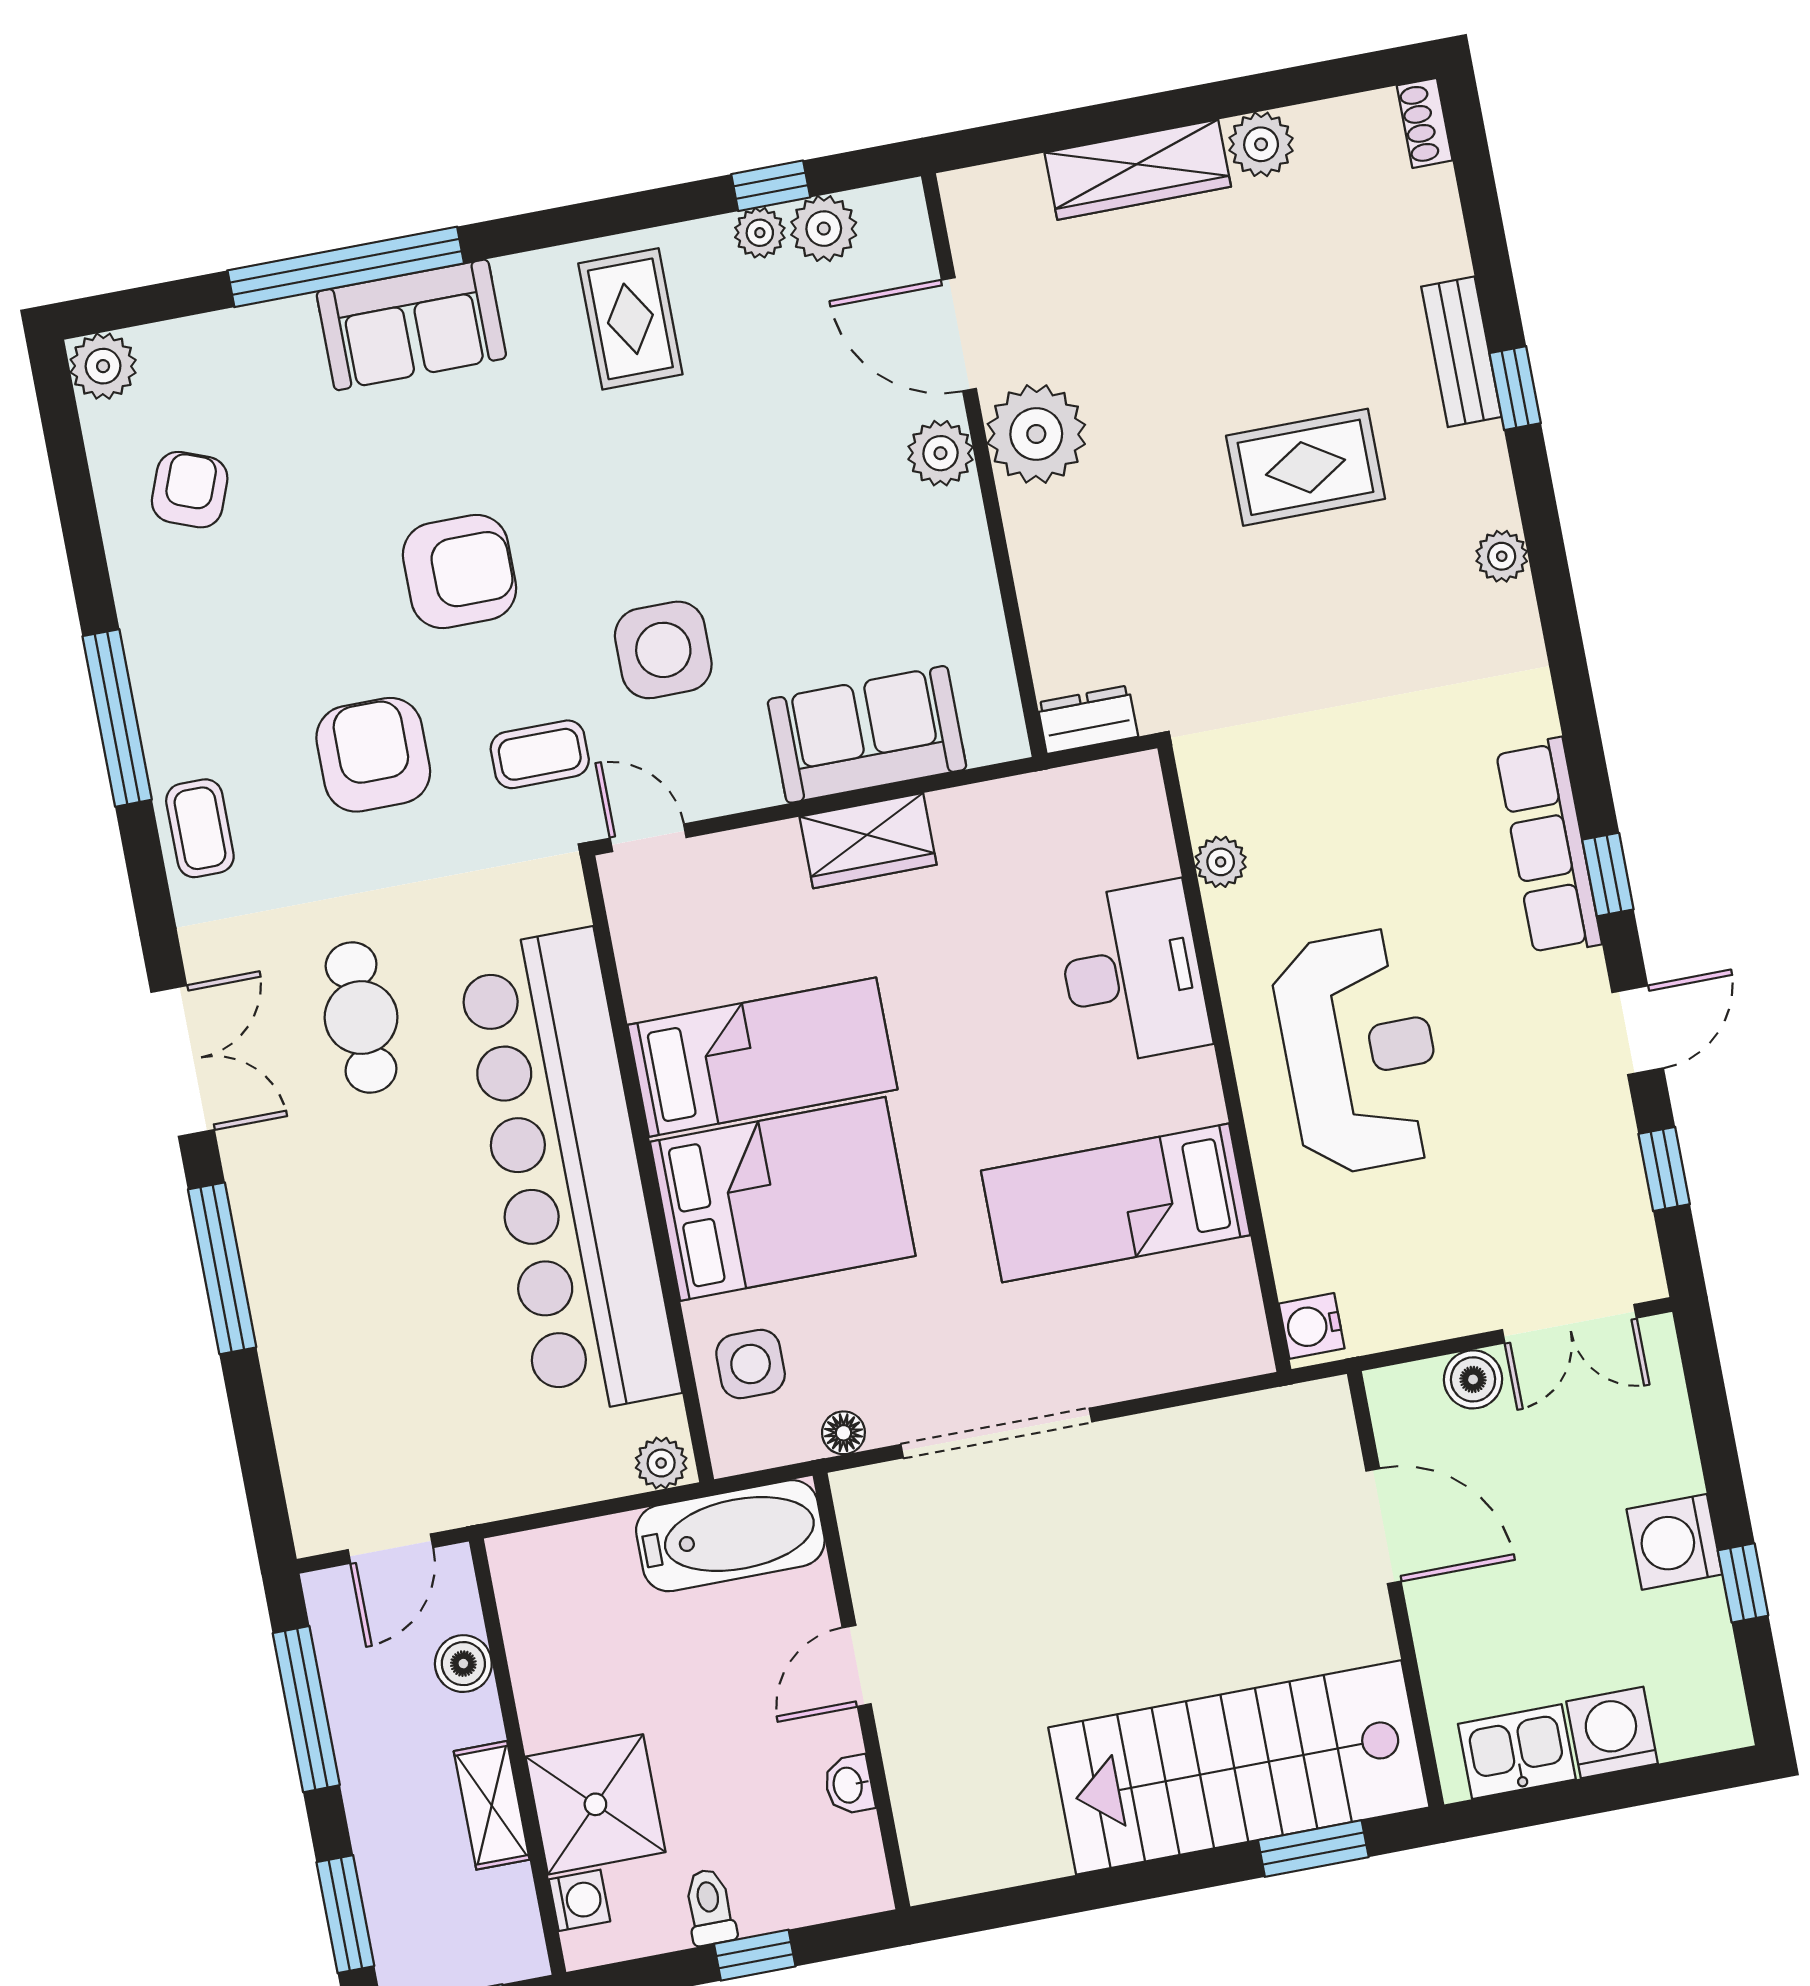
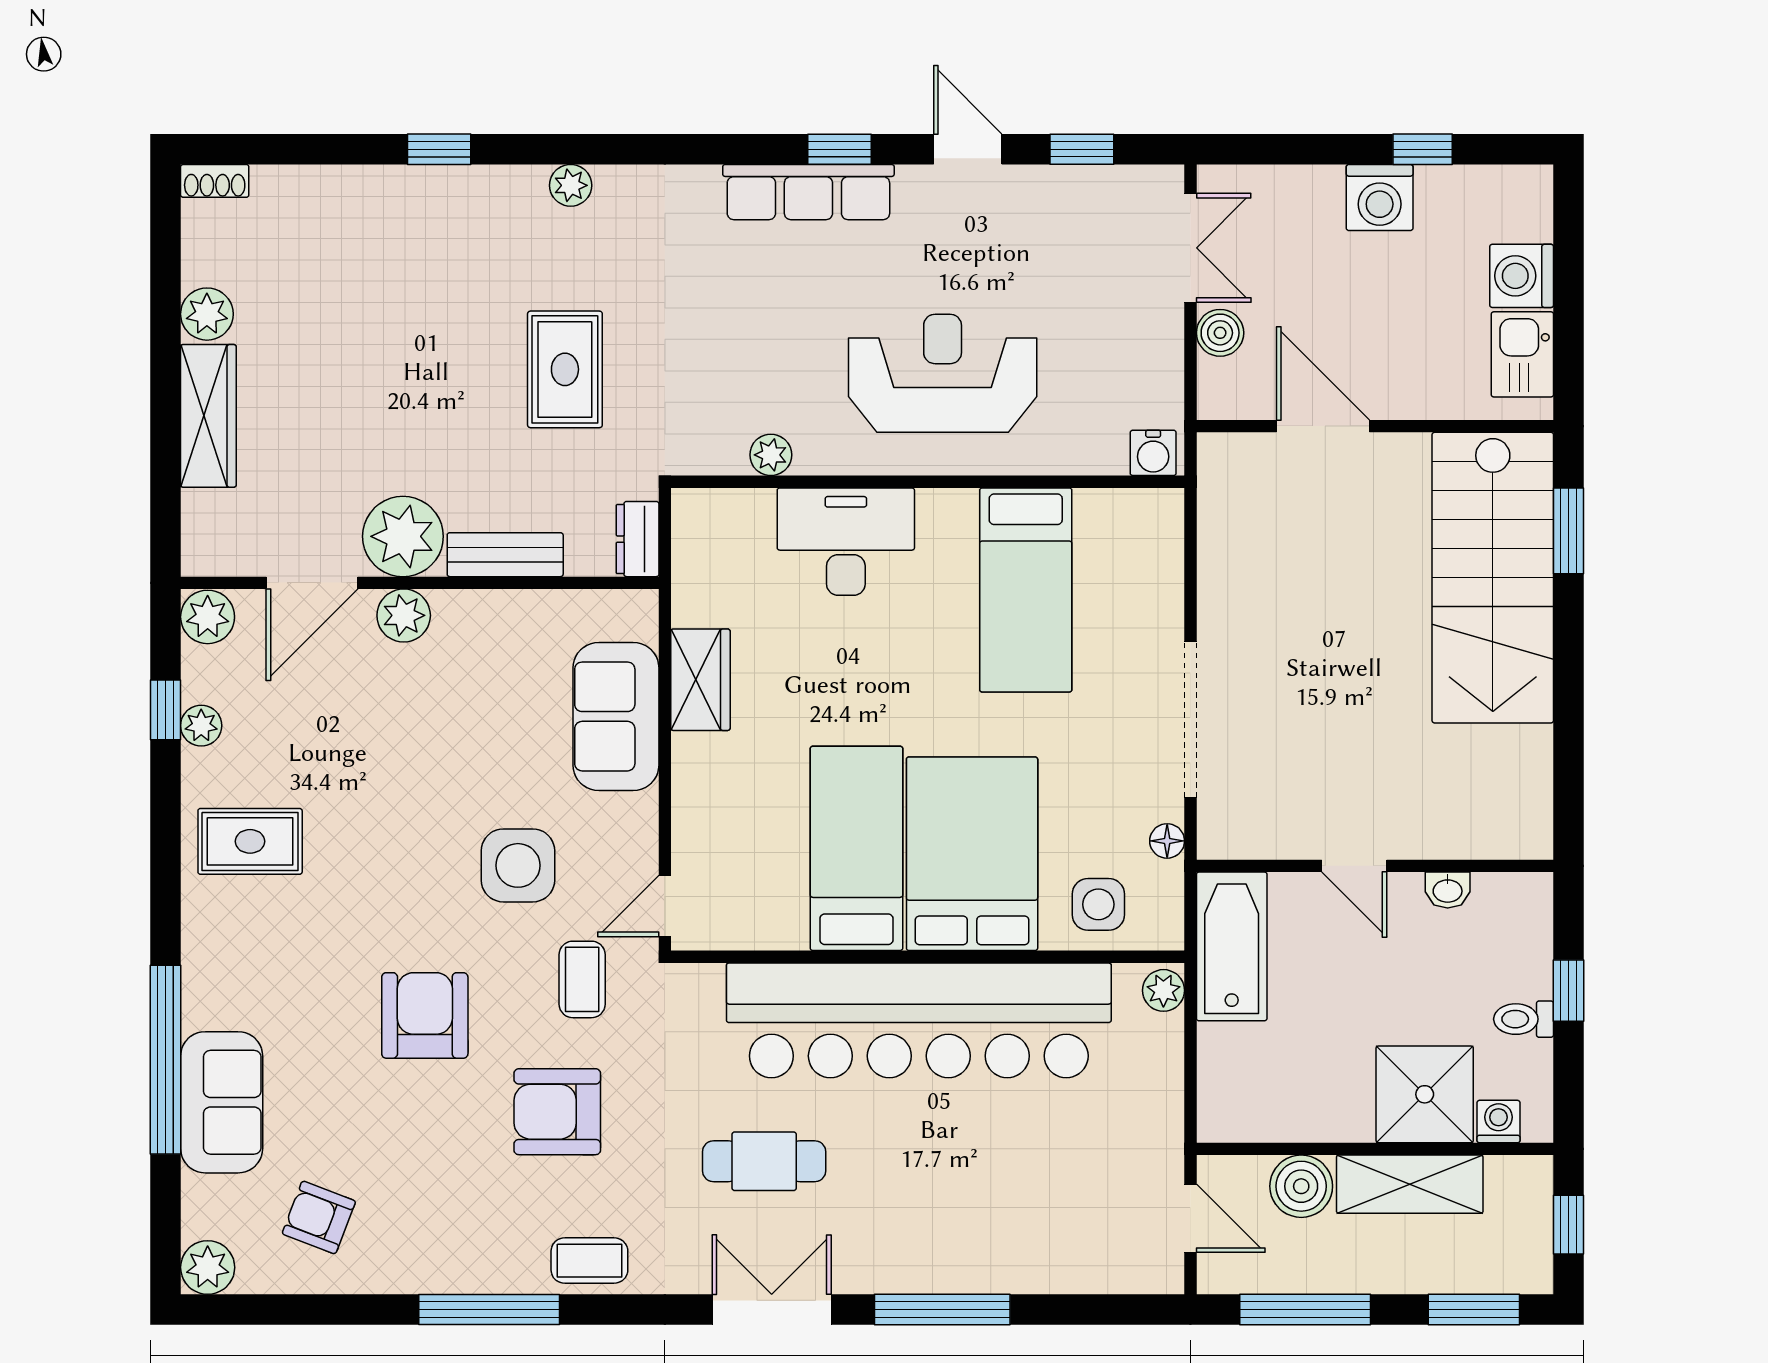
plant: (824, 229) -> (208, 617), moved
sofa: (411, 325) -> (222, 1102), moved
bench: (1461, 352) -> (505, 555), moved
rug: (1306, 467) -> (565, 369), moved
wardrobe: (868, 841) -> (700, 680), moved
door: (1384, 1526) -> (1323, 426), hinge flipped
boiler: (463, 1664) -> (1301, 1186), width x1.36, depth x1.36
shelving: (492, 1805) -> (1410, 1184), width x1.50, depth x1.33

